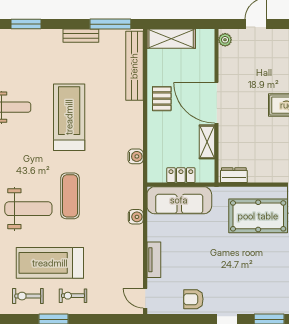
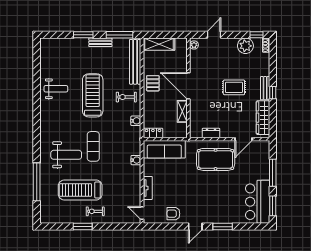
window: (26, 24) -> (83, 35), moved
locker: (181, 175) -> (153, 133), moved
dresser: (234, 175) -> (211, 133), moved
exercise bike: (28, 296) -> (126, 97), moved

